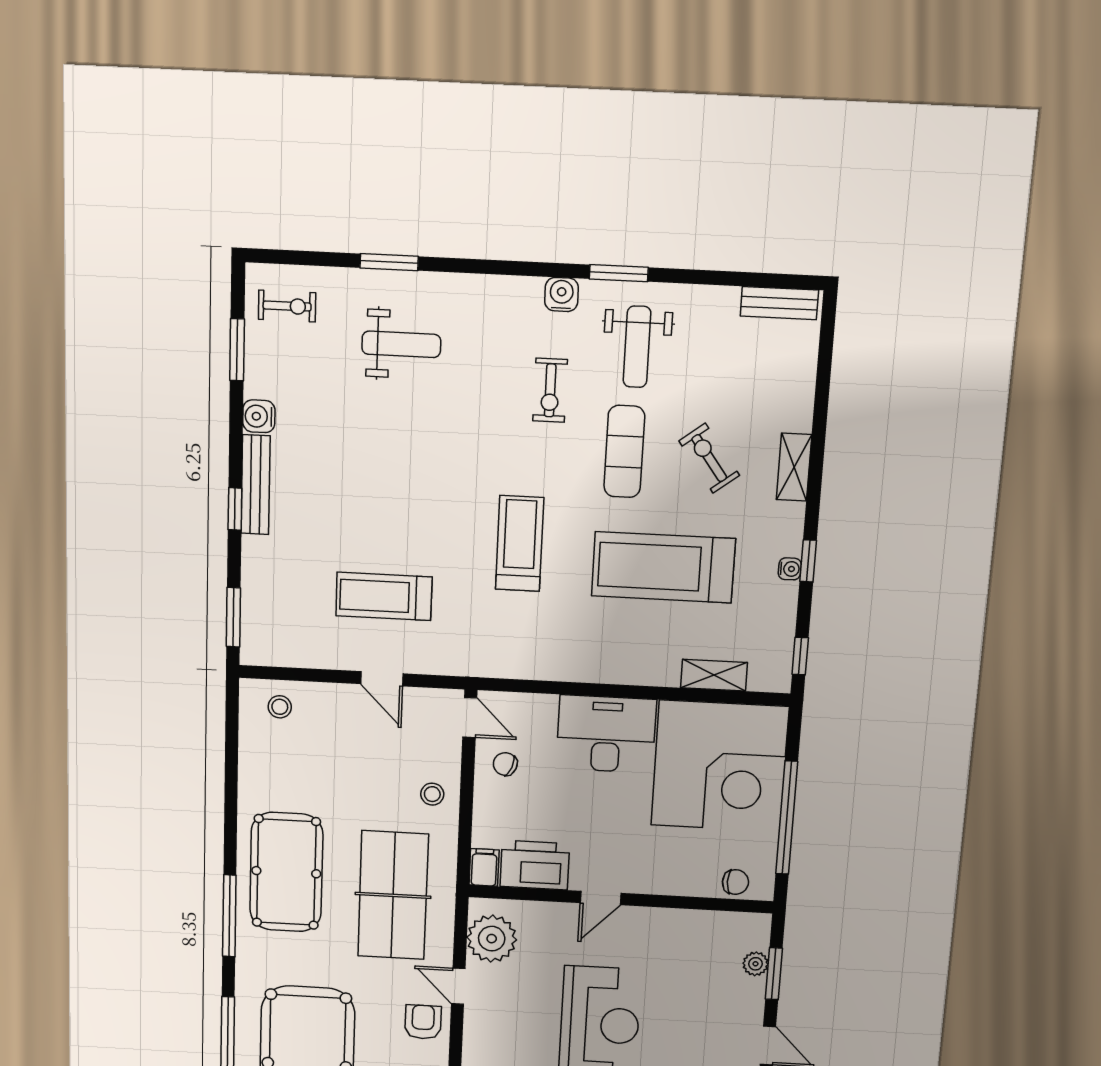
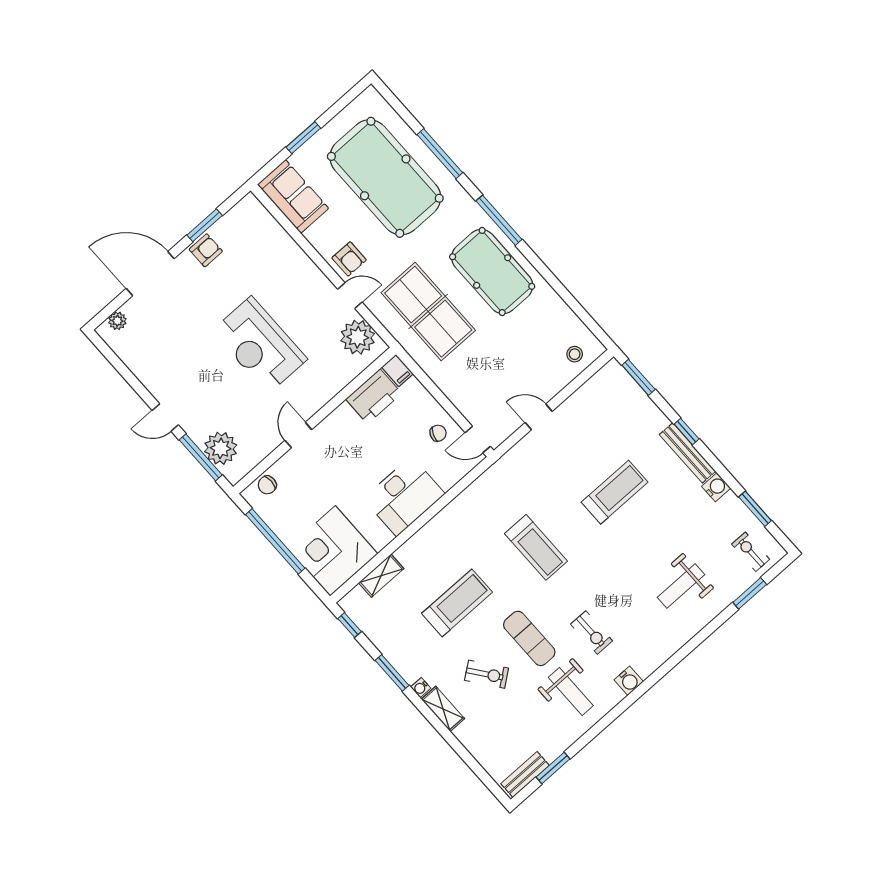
window: (389, 262) -> (750, 593), moved
window: (619, 273) -> (553, 768), moved
exercise bike: (287, 306) -> (751, 552), turned 90
weight bench: (637, 347) -> (571, 691), turned 180
exercise bike: (550, 390) -> (592, 633), turned 180
window: (808, 561) -> (392, 673), width x1.50
treadmill: (663, 567) -> (457, 603), width x0.73, depth x0.73
water cooler: (790, 569) -> (421, 688), moved
treadmill: (384, 596) -> (615, 492), moved
corner desk: (720, 766) -> (333, 551), width x0.74, depth x0.74
stool: (432, 794) -> (459, 383), removed
door: (601, 898) -> (298, 435), moved
plant: (756, 964) -> (221, 448), width x1.88, depth x1.88
window: (774, 974) -> (201, 457), width x1.44

